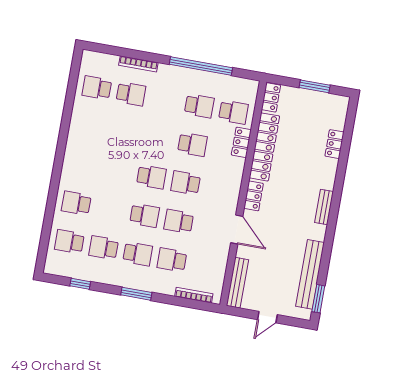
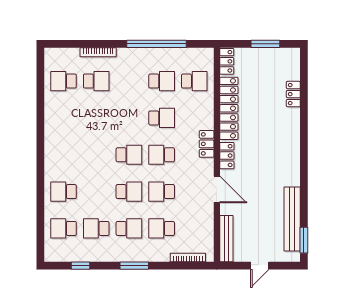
locker: (241, 142) -> (207, 144), moved
bench: (324, 207) -> (294, 154), removed

